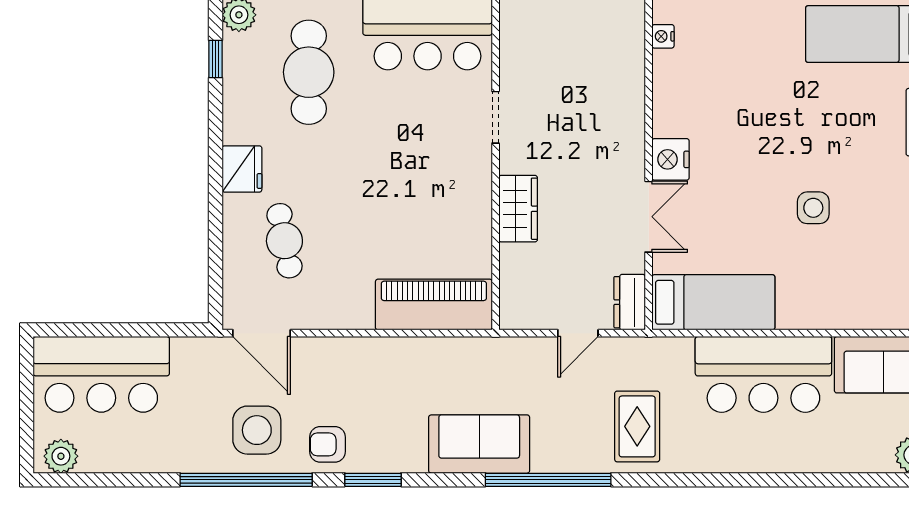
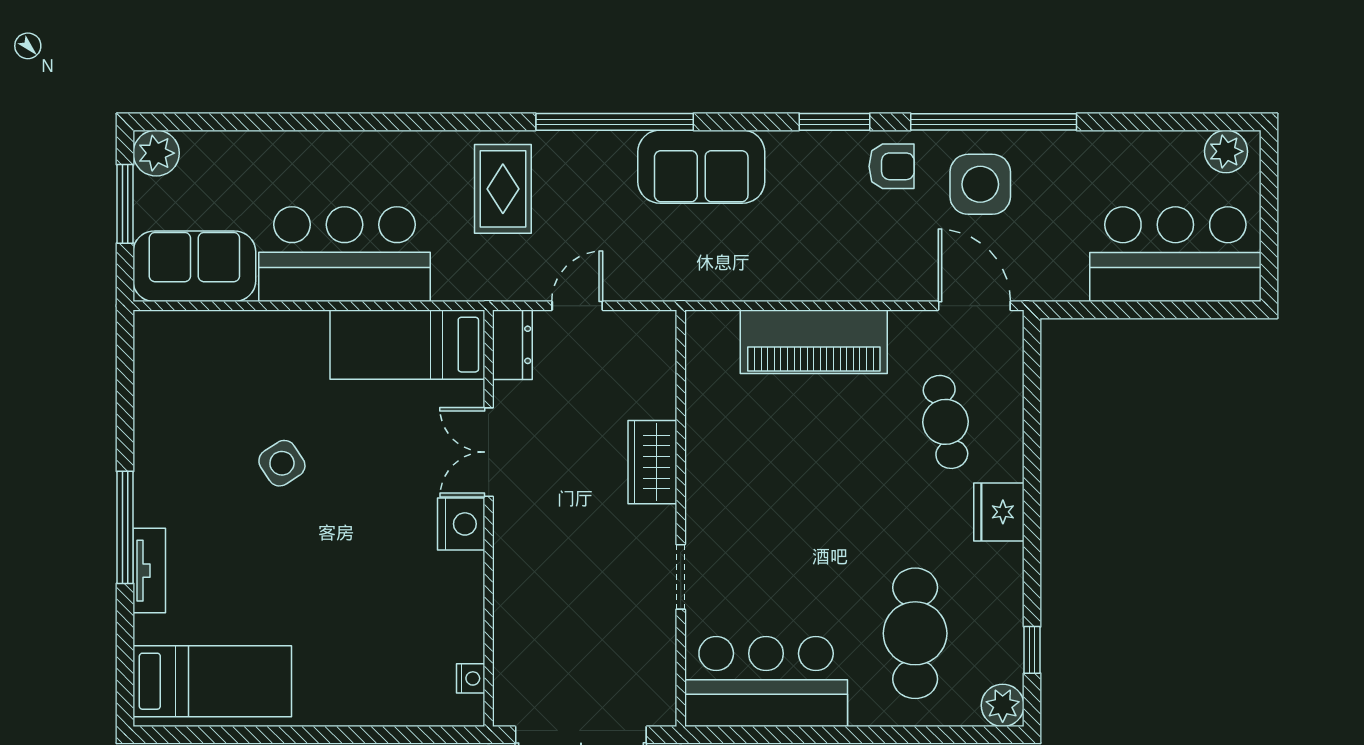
side table: (813, 208) -> (282, 463), turned -33
piano: (434, 305) -> (814, 342), moved

